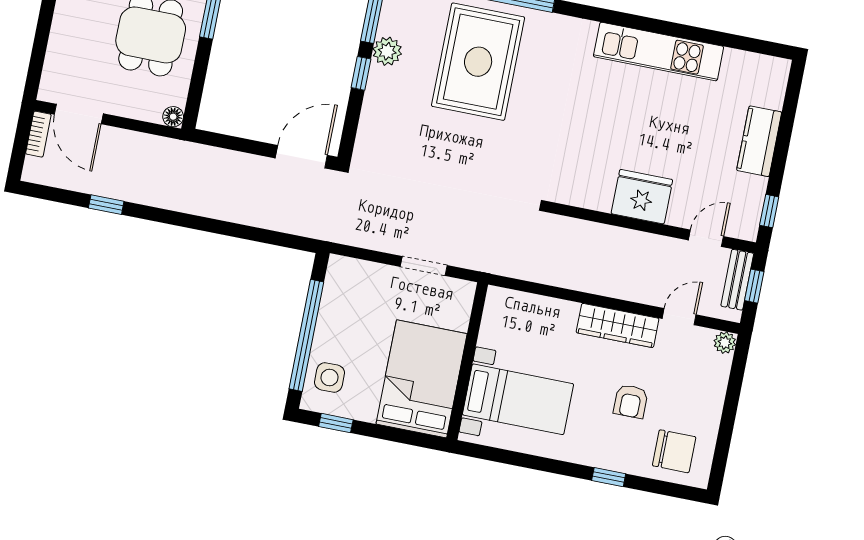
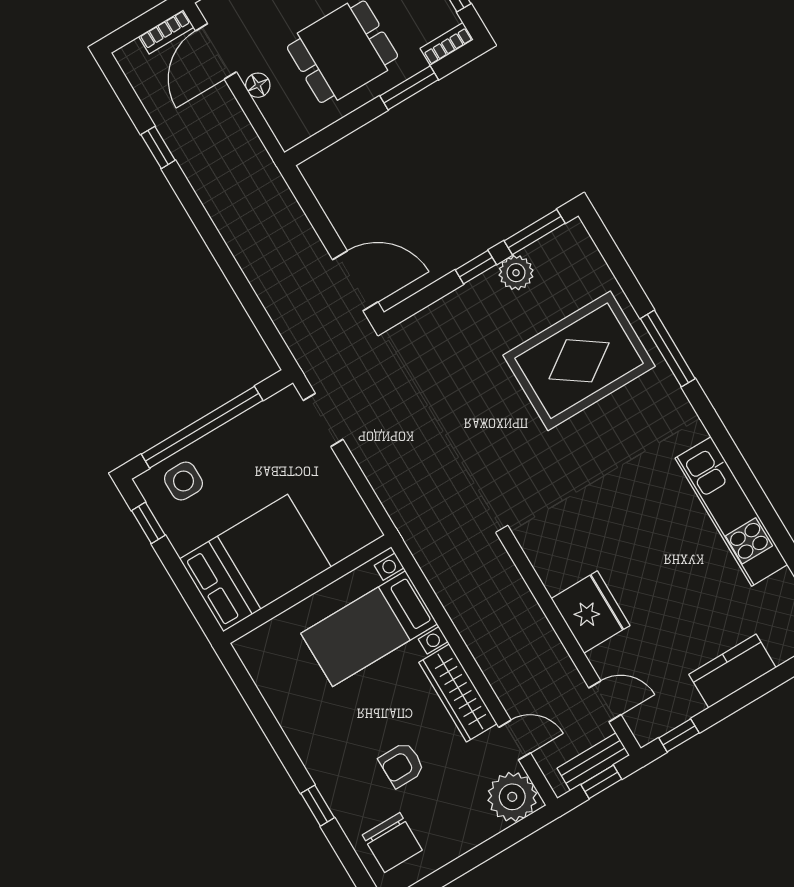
floor lamp: (173, 117) -> (258, 85), moved
doorway: (424, 266) -> (323, 420), moved
plant: (725, 343) -> (512, 797), width x1.88, depth x1.88
bed with nightstands: (518, 399) -> (369, 629), moved, turned 90

